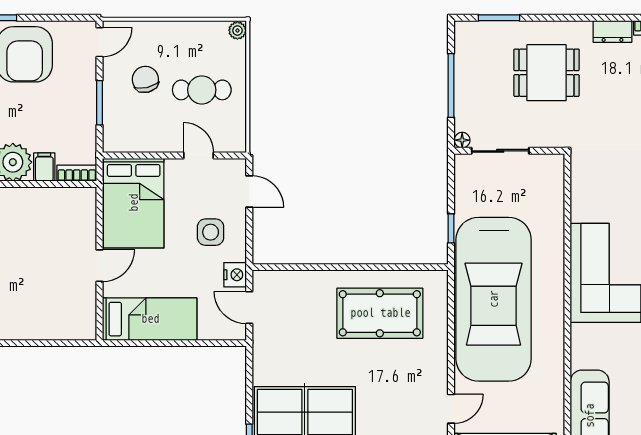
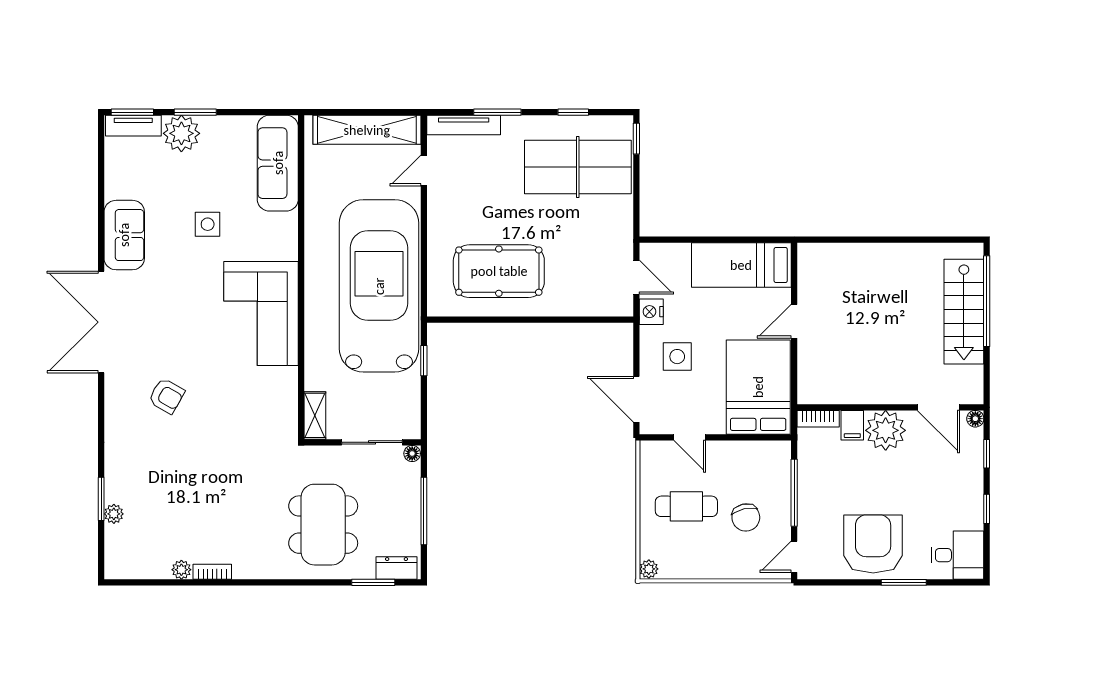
dresser: (612, 31) -> (396, 568), moved
dining table: (547, 73) -> (323, 525), width x1.38
window: (100, 103) -> (794, 493), width x1.44
shelving: (554, 176) -> (315, 415), added
door: (249, 192) -> (636, 399), width x1.38

